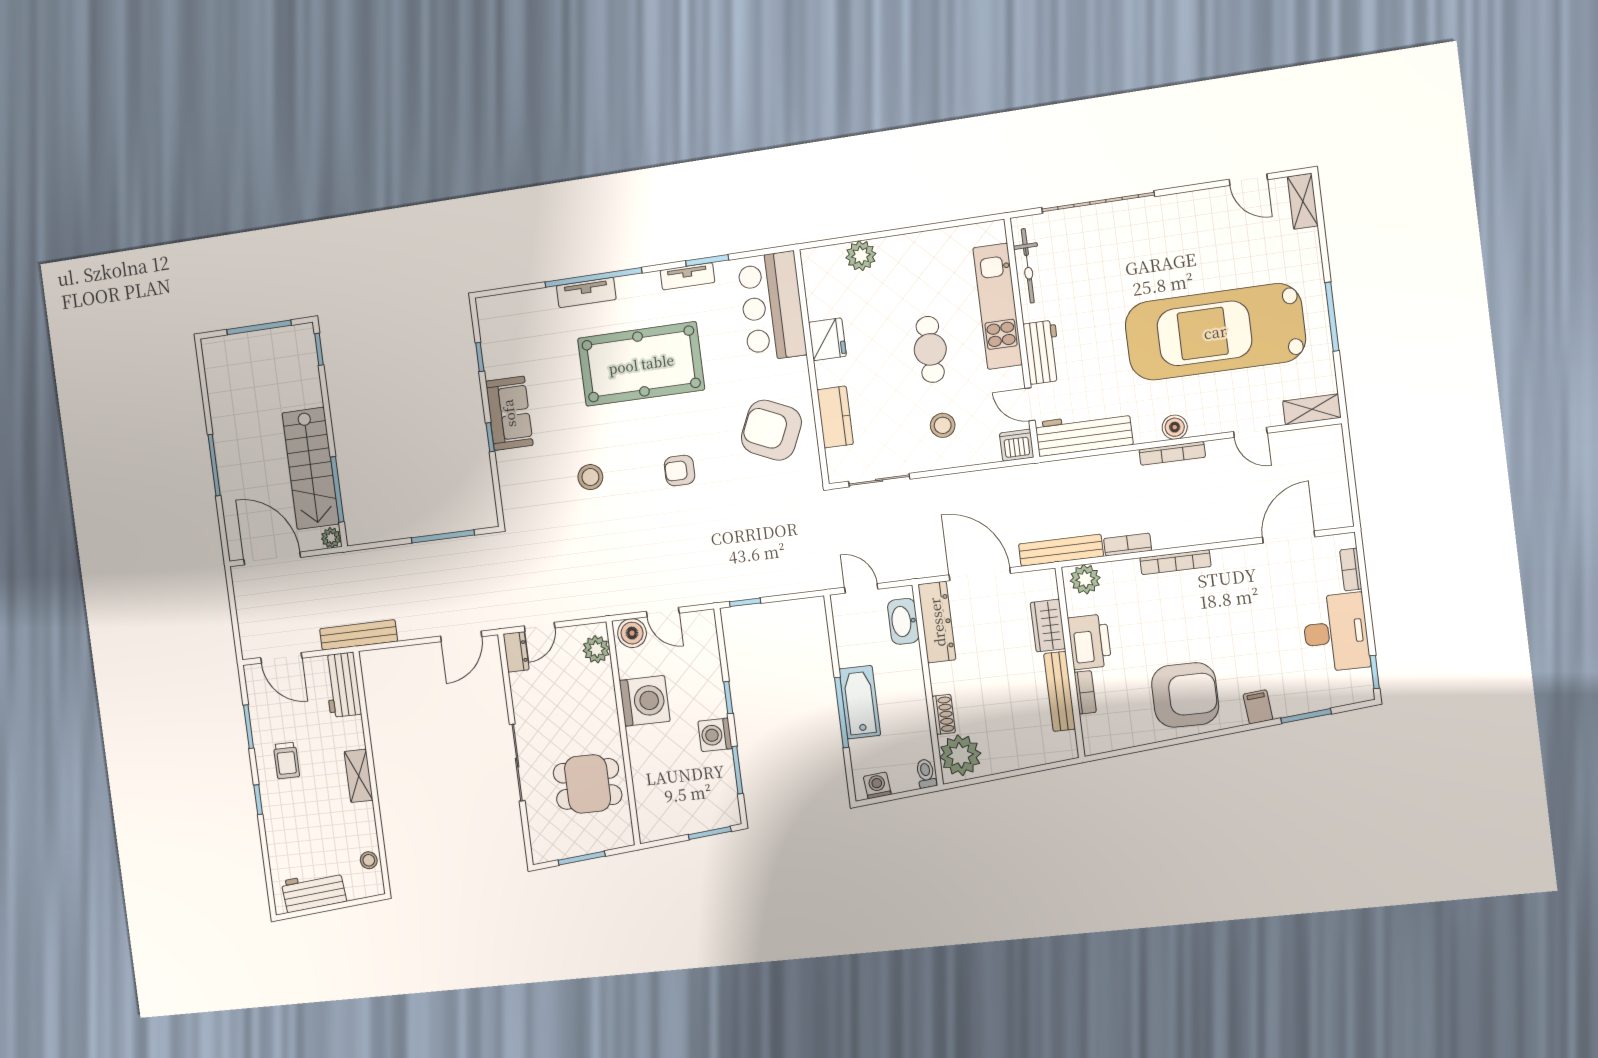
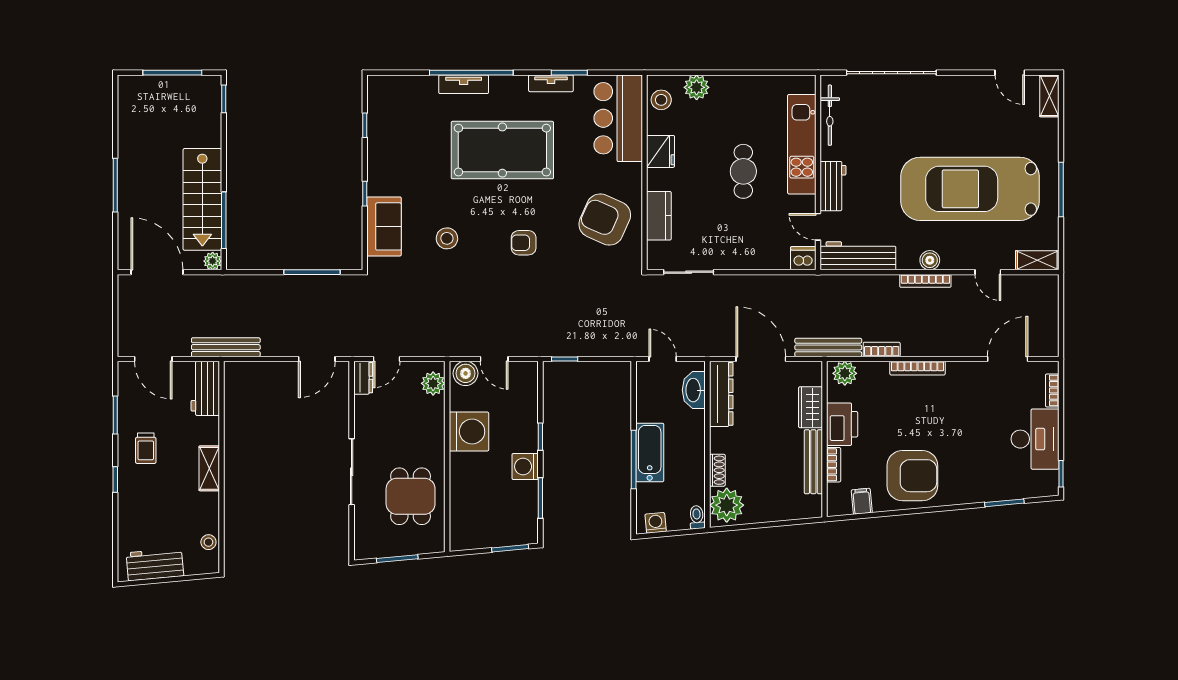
sofa: (509, 413) -> (384, 226), moved
stool: (943, 425) -> (661, 100), moved
filing cabinet: (1258, 707) -> (862, 501), moved
dining table: (588, 784) -> (411, 496), turned 90

